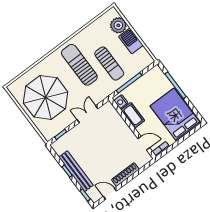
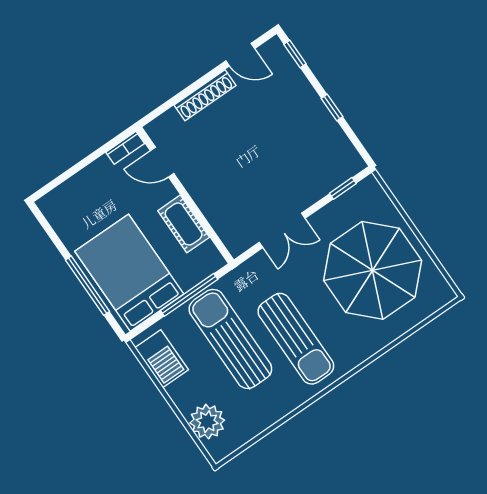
barbecue: (131, 41) -> (162, 359), moved
sun lounger: (109, 64) -> (230, 339), width x1.36, depth x1.34
nightstand: (121, 102) -> (208, 255), removed
bed: (175, 115) -> (129, 273), moved, turned 180
bench: (76, 171) -> (313, 107), removed

